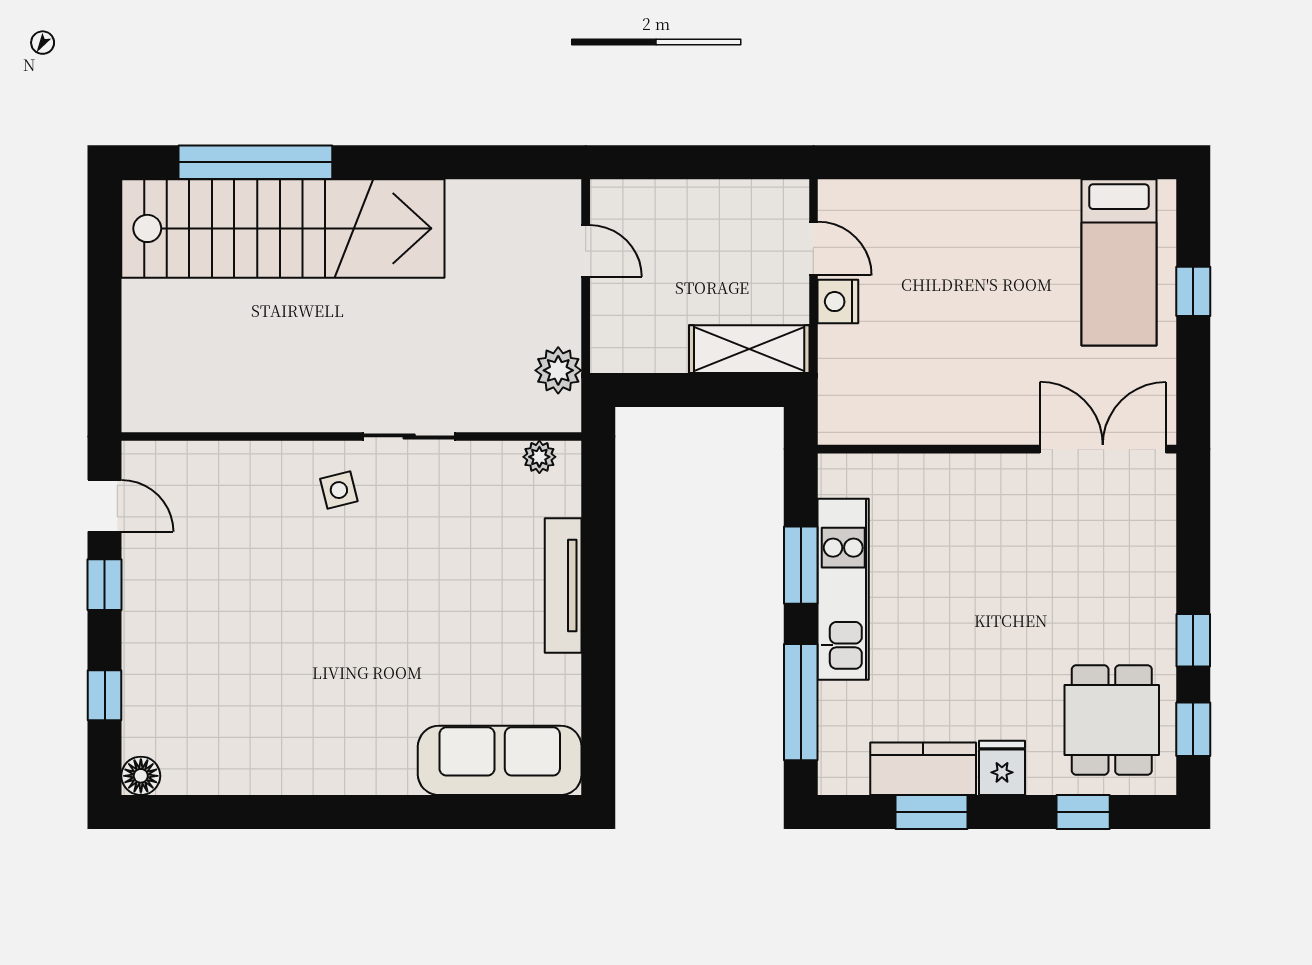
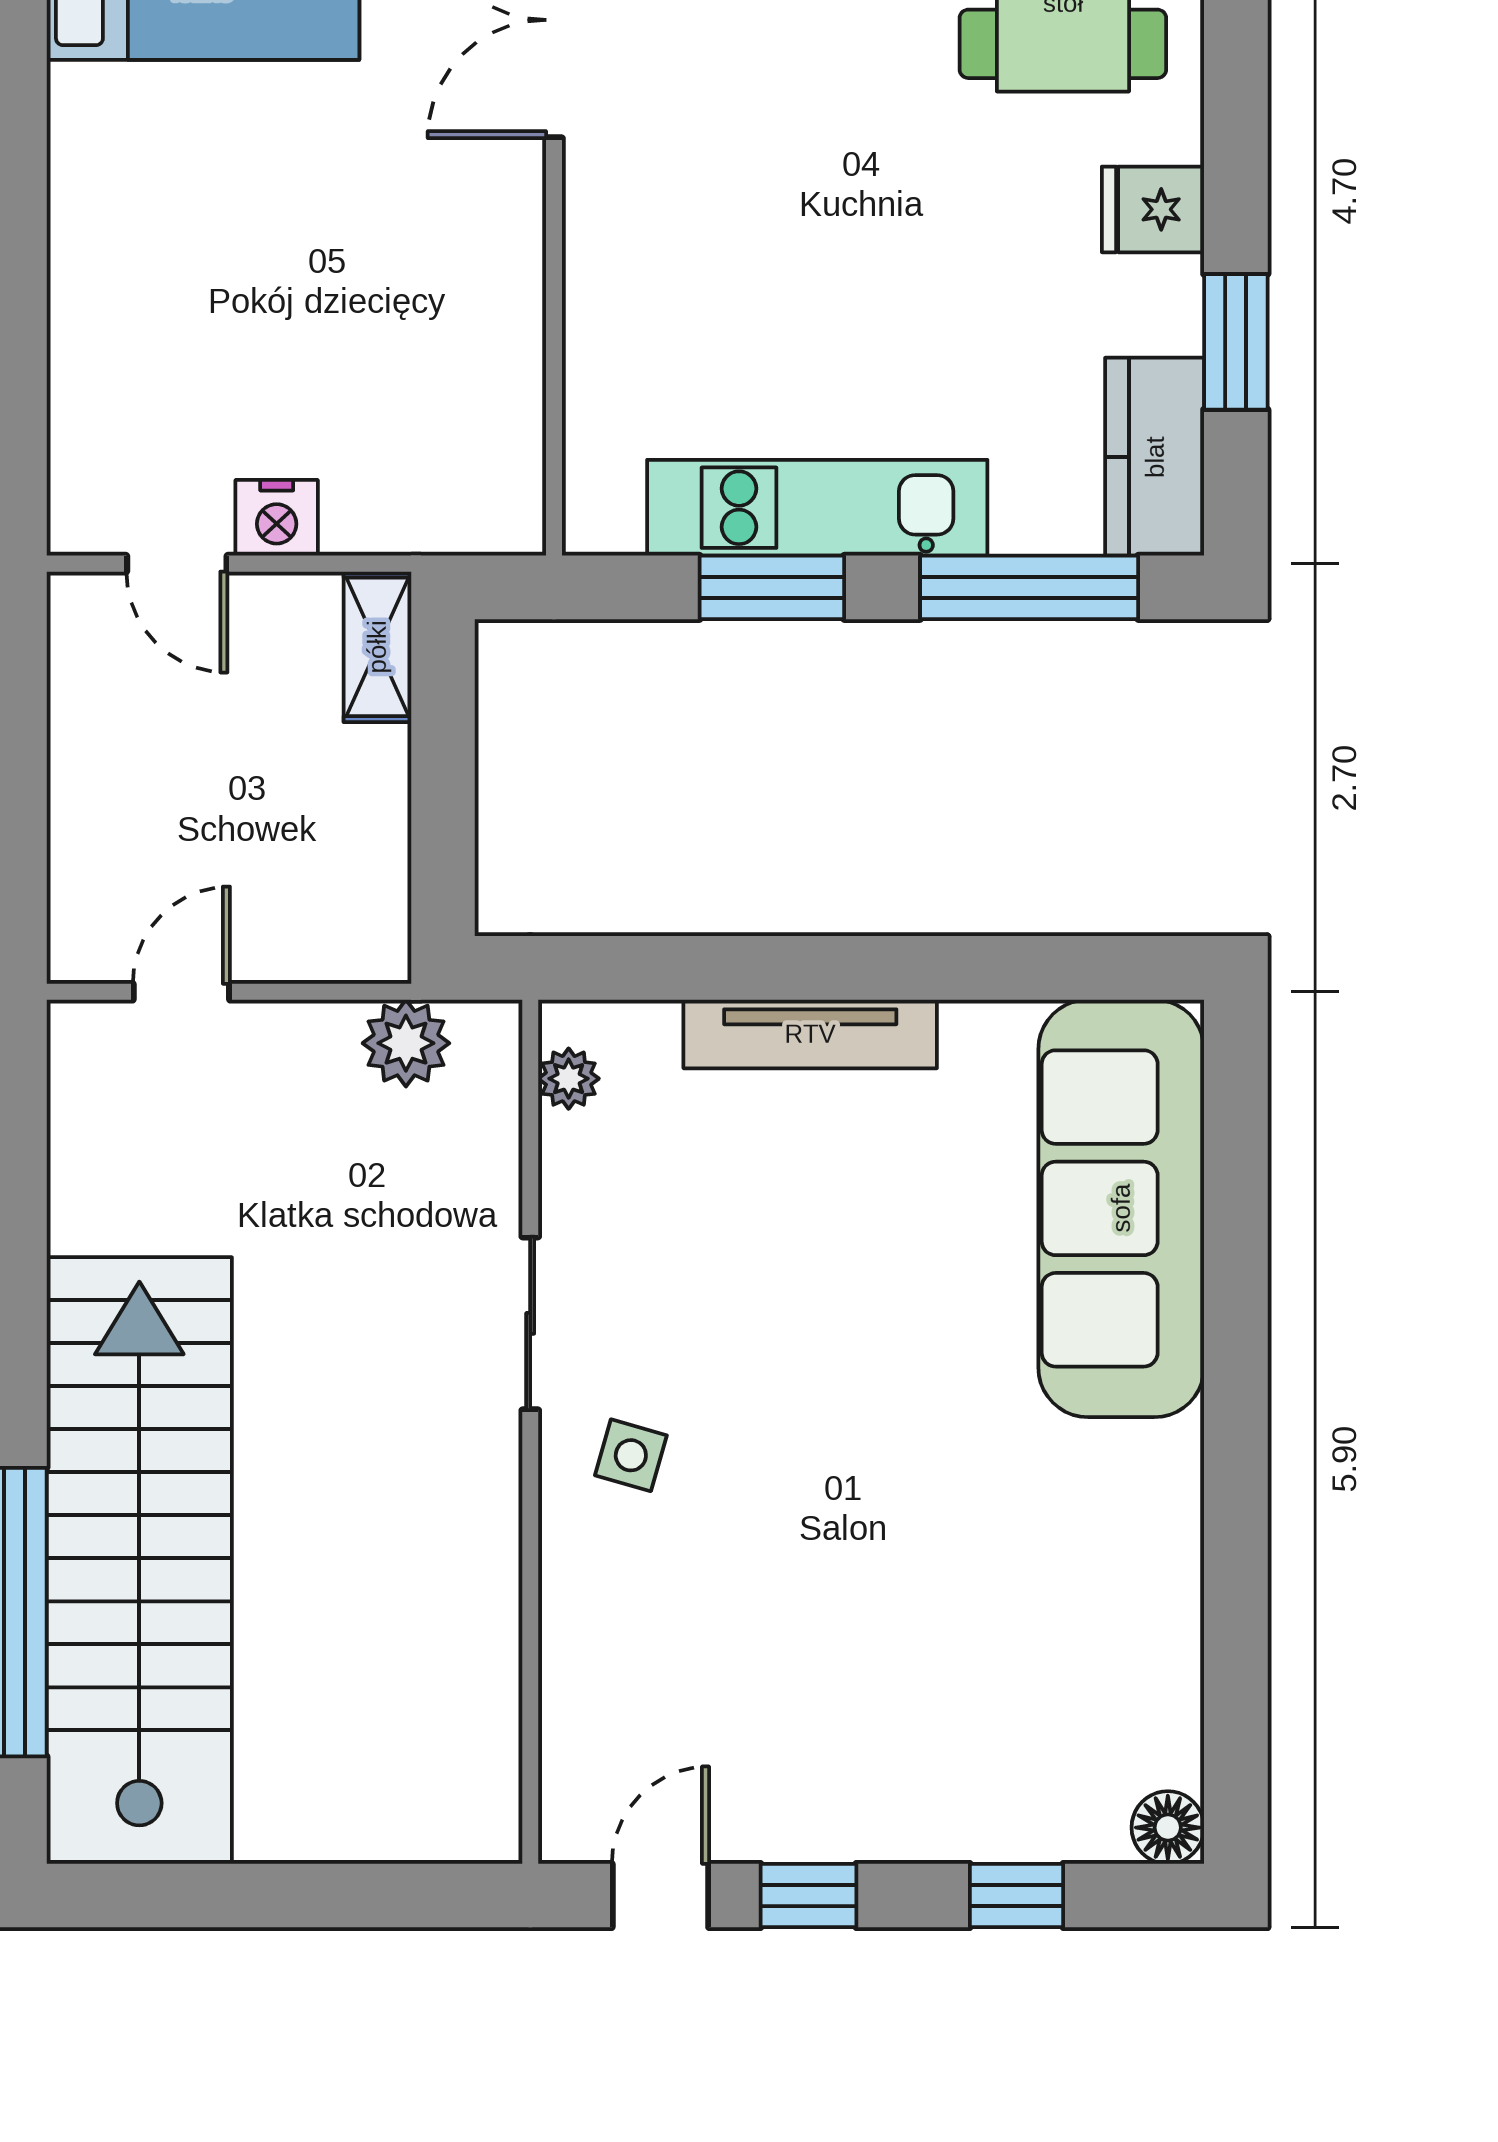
door: (813, 248) -> (177, 564), swing flipped
shelving: (749, 349) -> (377, 647), width x0.67, depth x0.75
side table: (339, 490) -> (631, 1455), turned 30
sofa: (500, 760) -> (1121, 1208), width x1.36, depth x1.27
kitchen counter: (923, 769) -> (1155, 457), moved
window: (1083, 812) -> (1236, 57), removed

